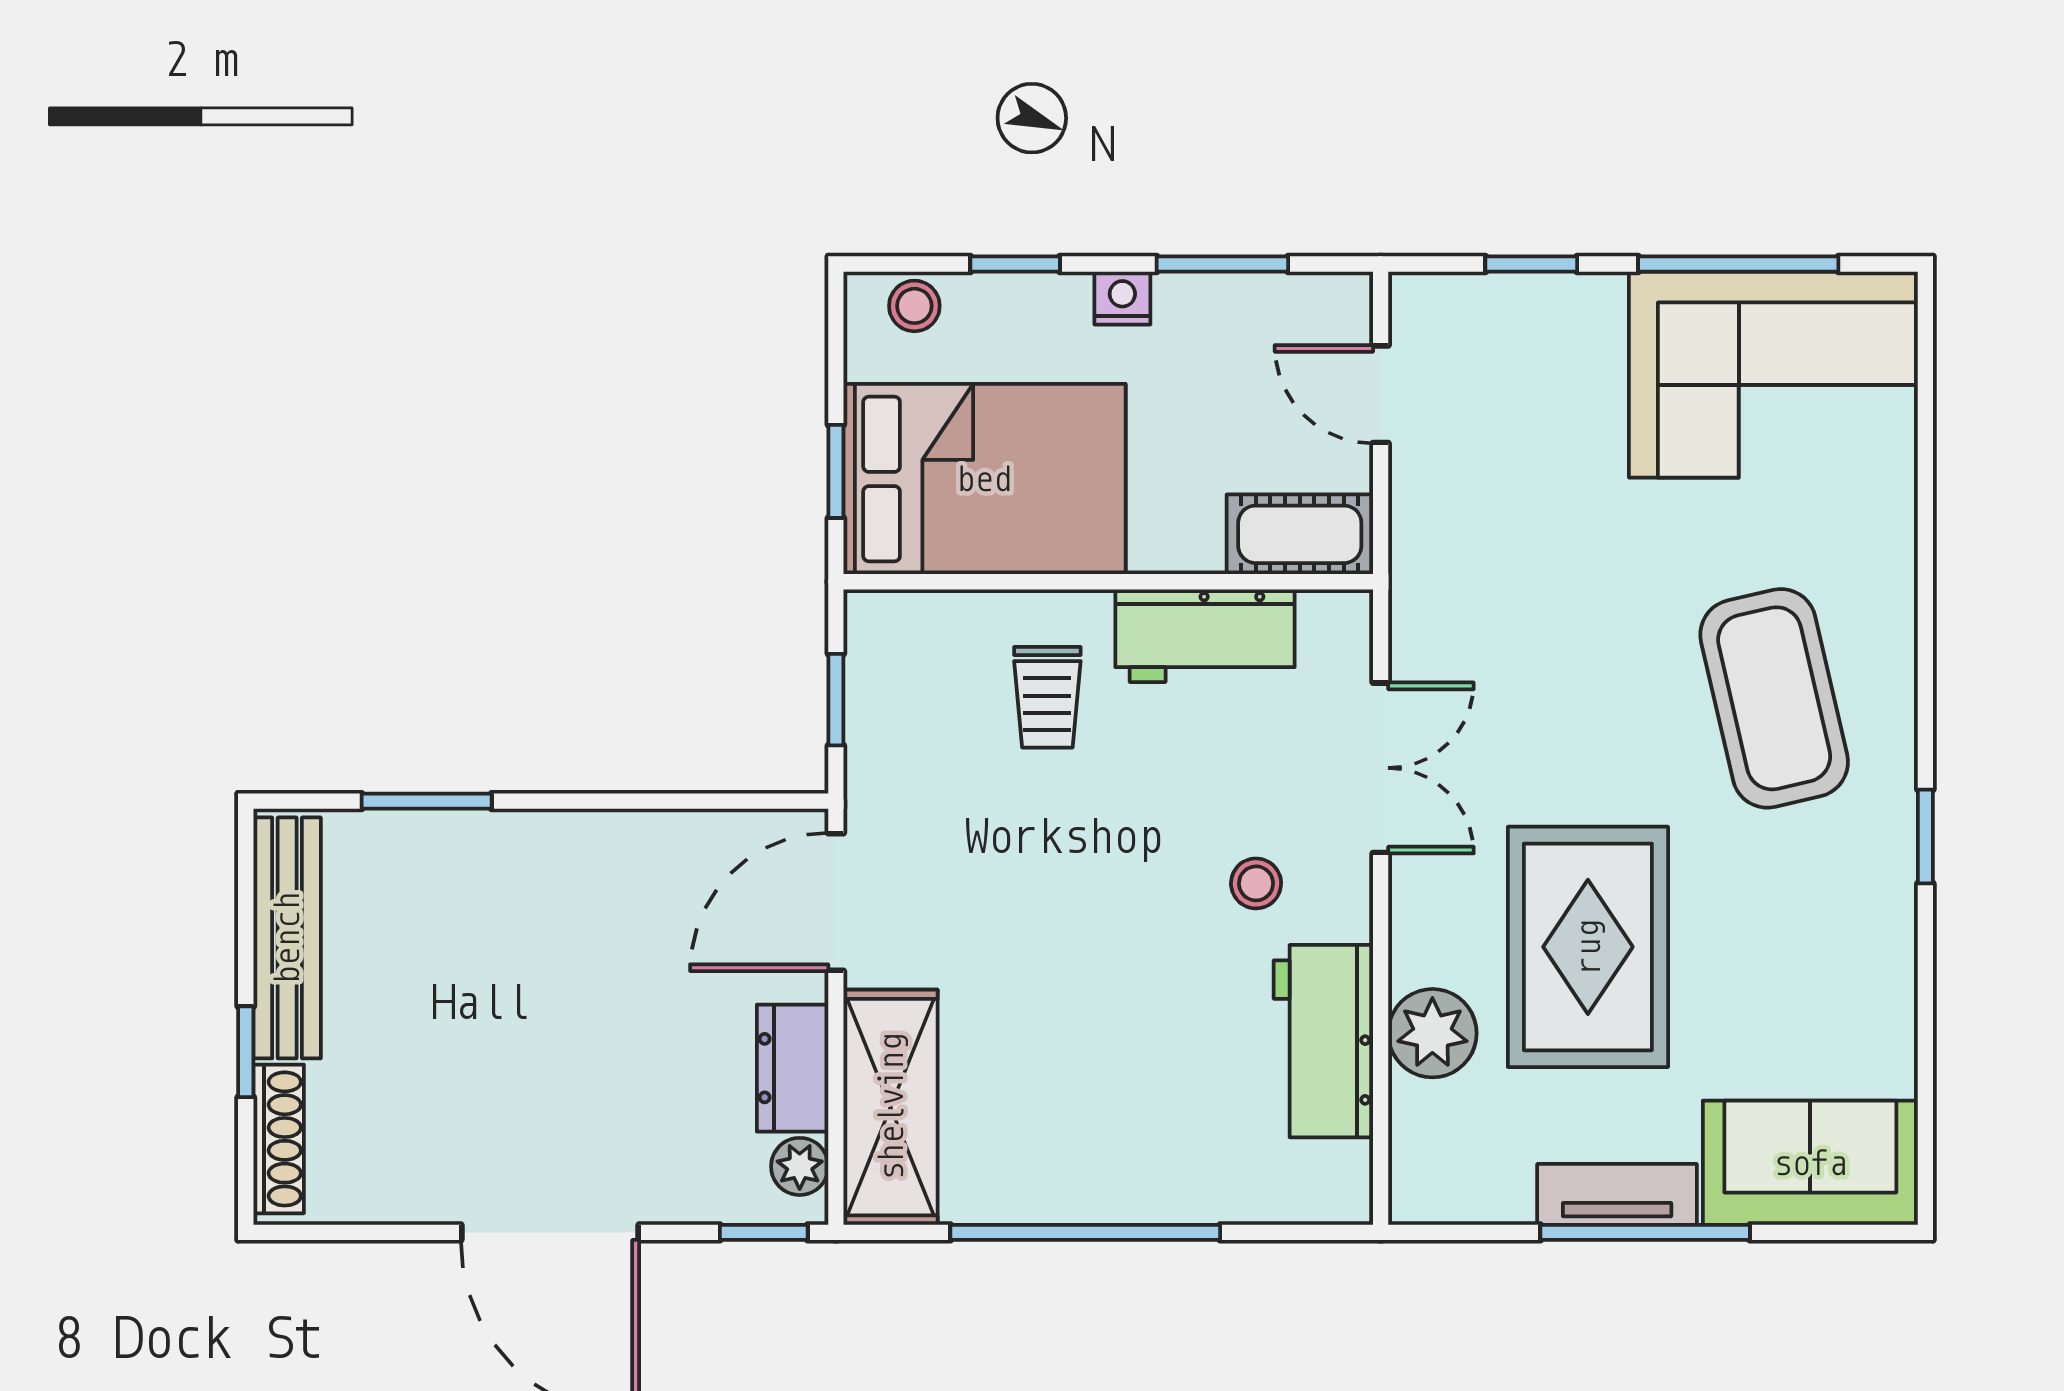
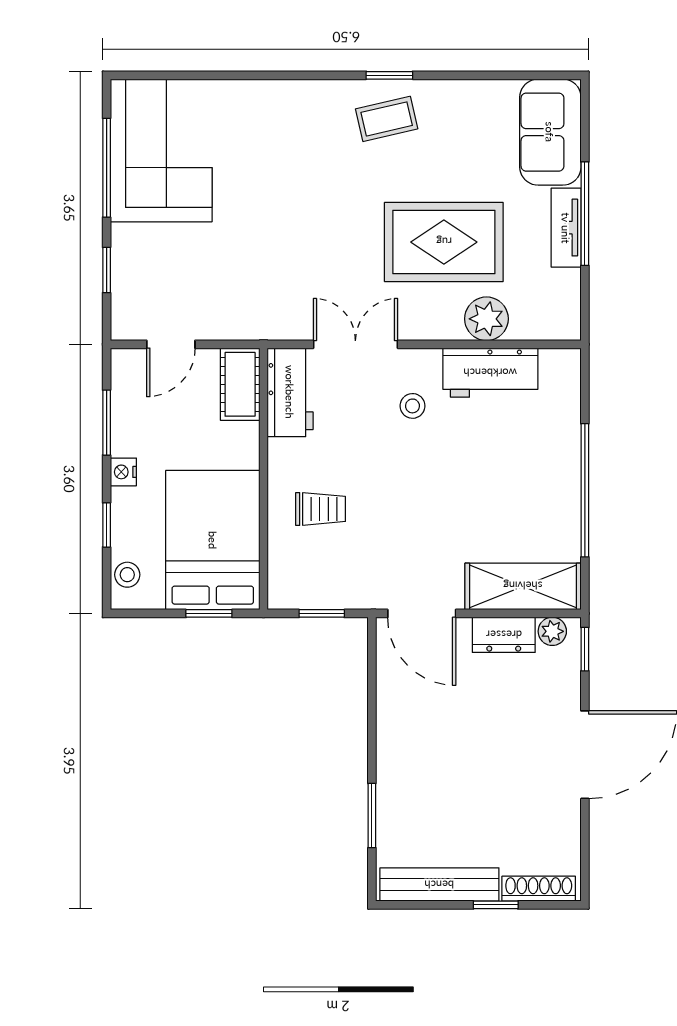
workbench: (1205, 636) -> (290, 392), moved
coffee table: (1774, 698) -> (387, 119), moved, width x0.54, depth x0.58

